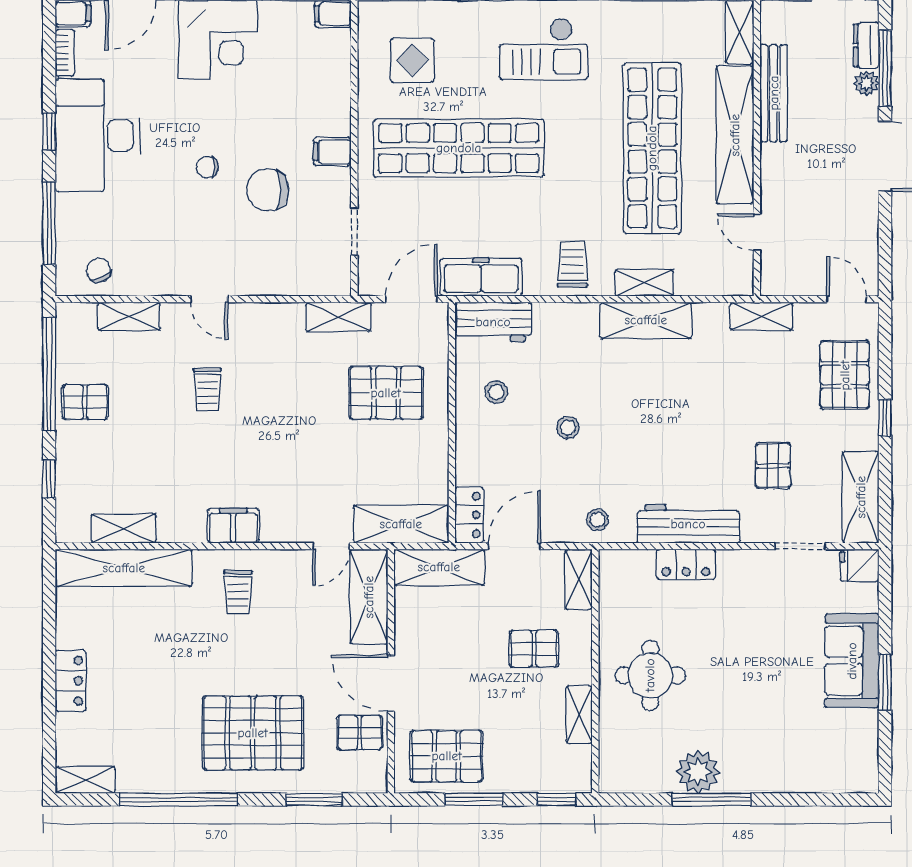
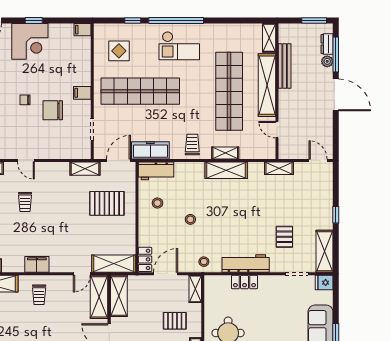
pallet: (845, 375) -> (317, 195), removed
shelving: (439, 567) -> (119, 296), moved, turned 90

